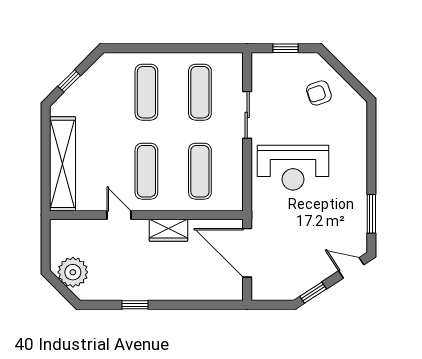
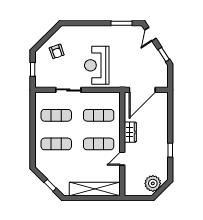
reception desk: (293, 168) -> (97, 65), turned 180

